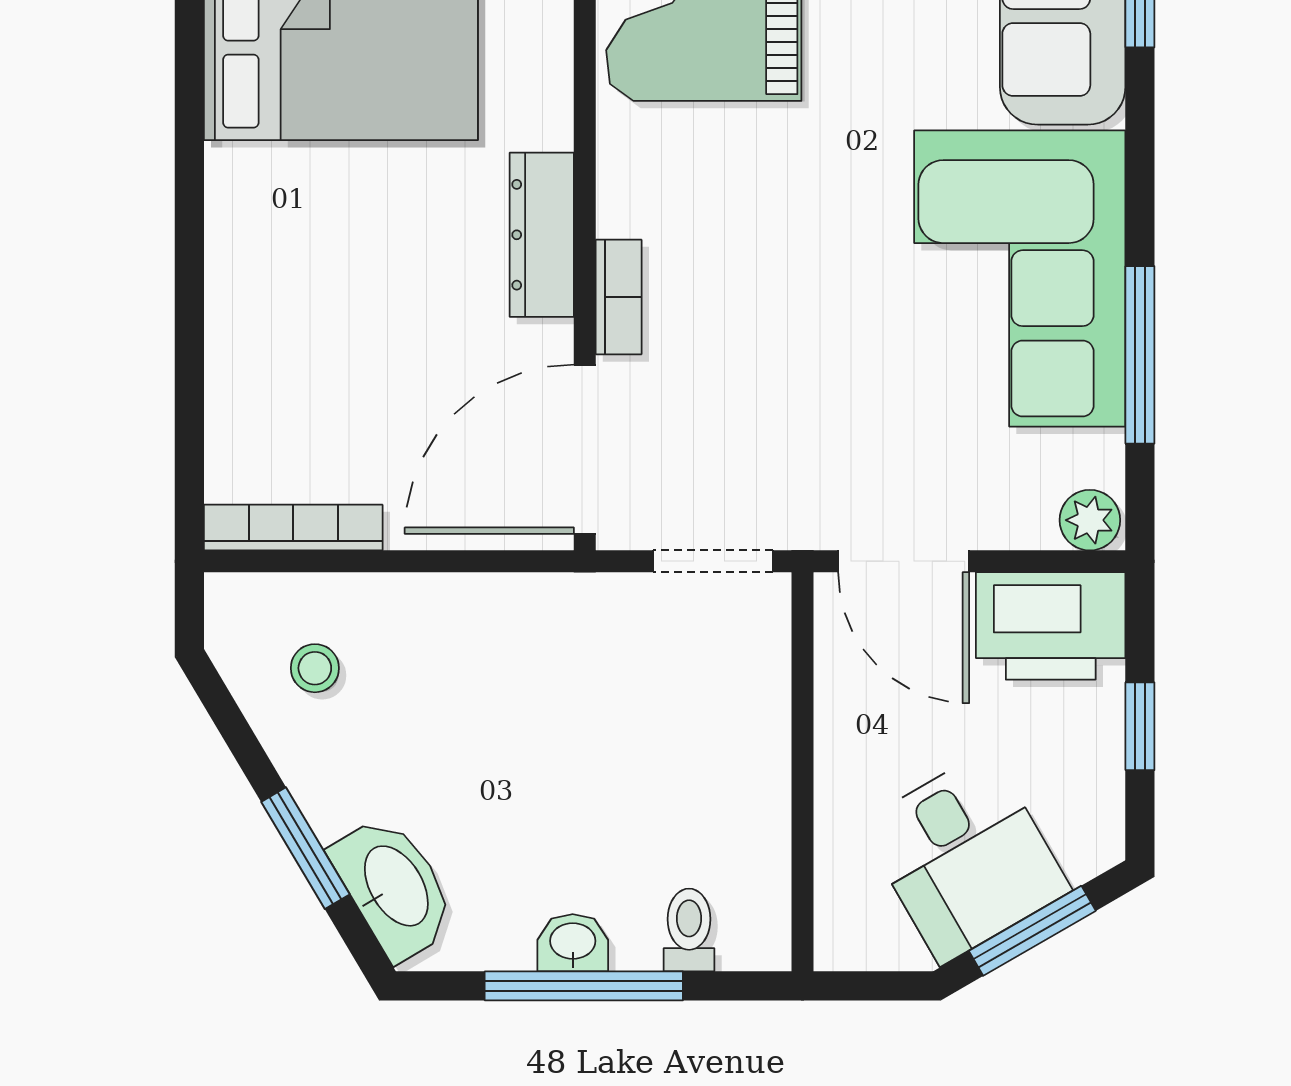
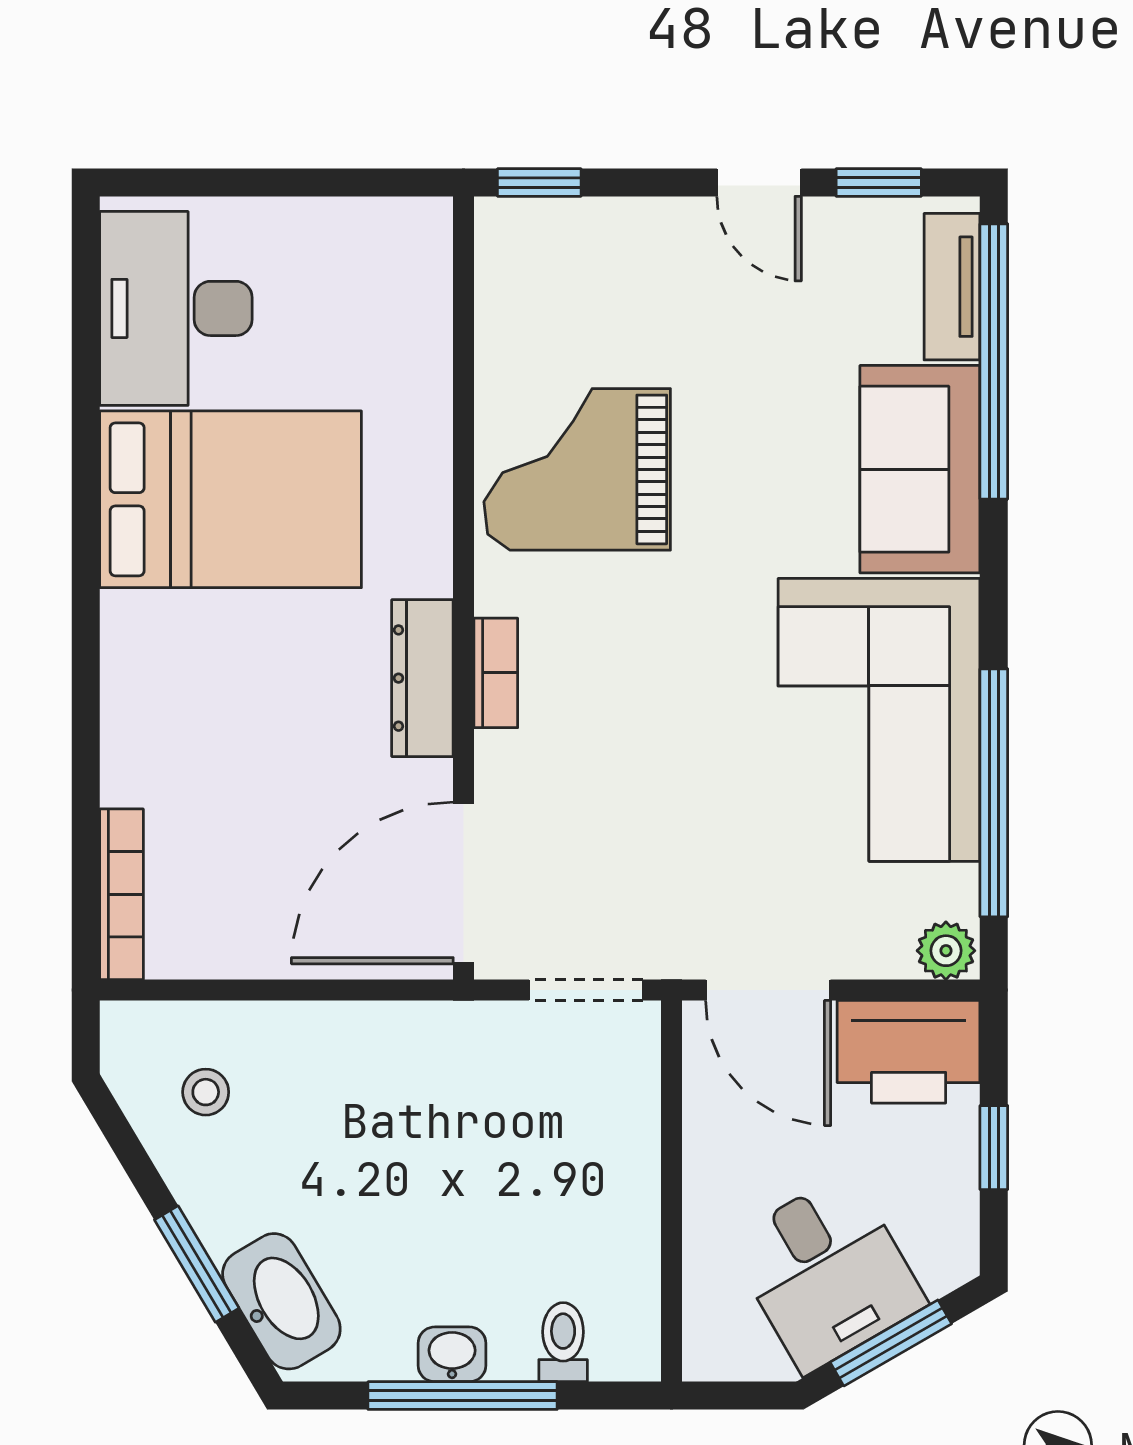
bookcase: (619, 297) -> (496, 673), moved
window: (1140, 355) -> (994, 793), width x1.46
bookcase: (293, 528) -> (121, 894), moved, turned 90

